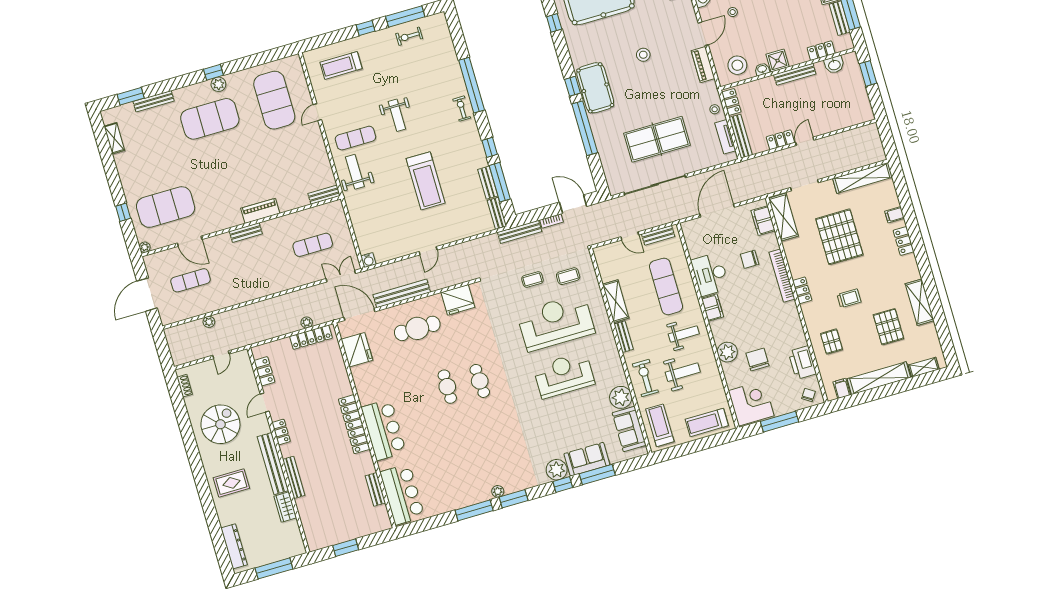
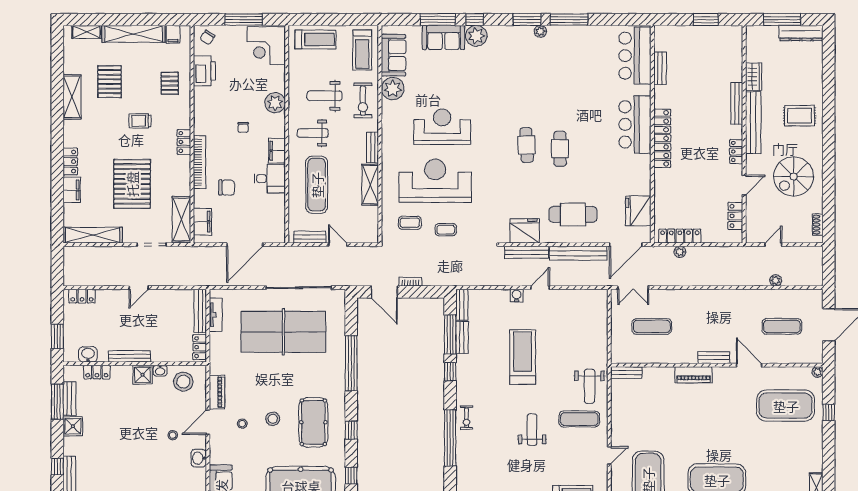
window: (573, 86) -> (351, 430), moved
pool table: (595, 88) -> (313, 422), moved
stool: (715, 109) -> (242, 424), moved
table tennis table: (657, 139) -> (283, 332), width x1.36, depth x1.32
locker: (780, 140) -> (82, 296), moved
filing cabinet: (895, 215) -> (72, 190), width x2.00
bench: (520, 232) -> (526, 252), moved
door: (190, 241) -> (749, 365), moved
water cooler: (368, 260) -> (517, 295), moved
desk: (710, 274) -> (270, 179), width x0.73
door: (359, 314) -> (626, 245), hinge flipped
reception desk: (556, 322) -> (435, 181), turned 180
chair: (757, 360) -> (243, 127), moved, width x0.54, depth x0.54
reception desk: (564, 375) -> (442, 127), turned 180
dresser: (234, 546) -> (801, 33), moved, turned -90

